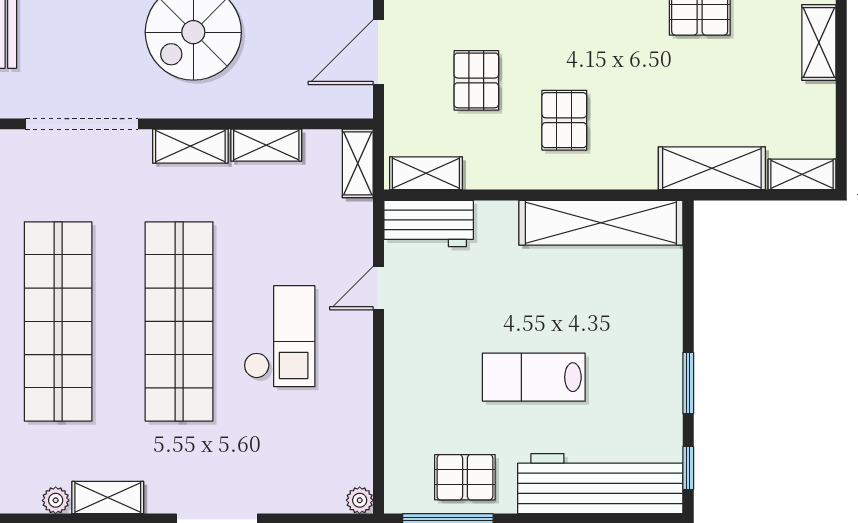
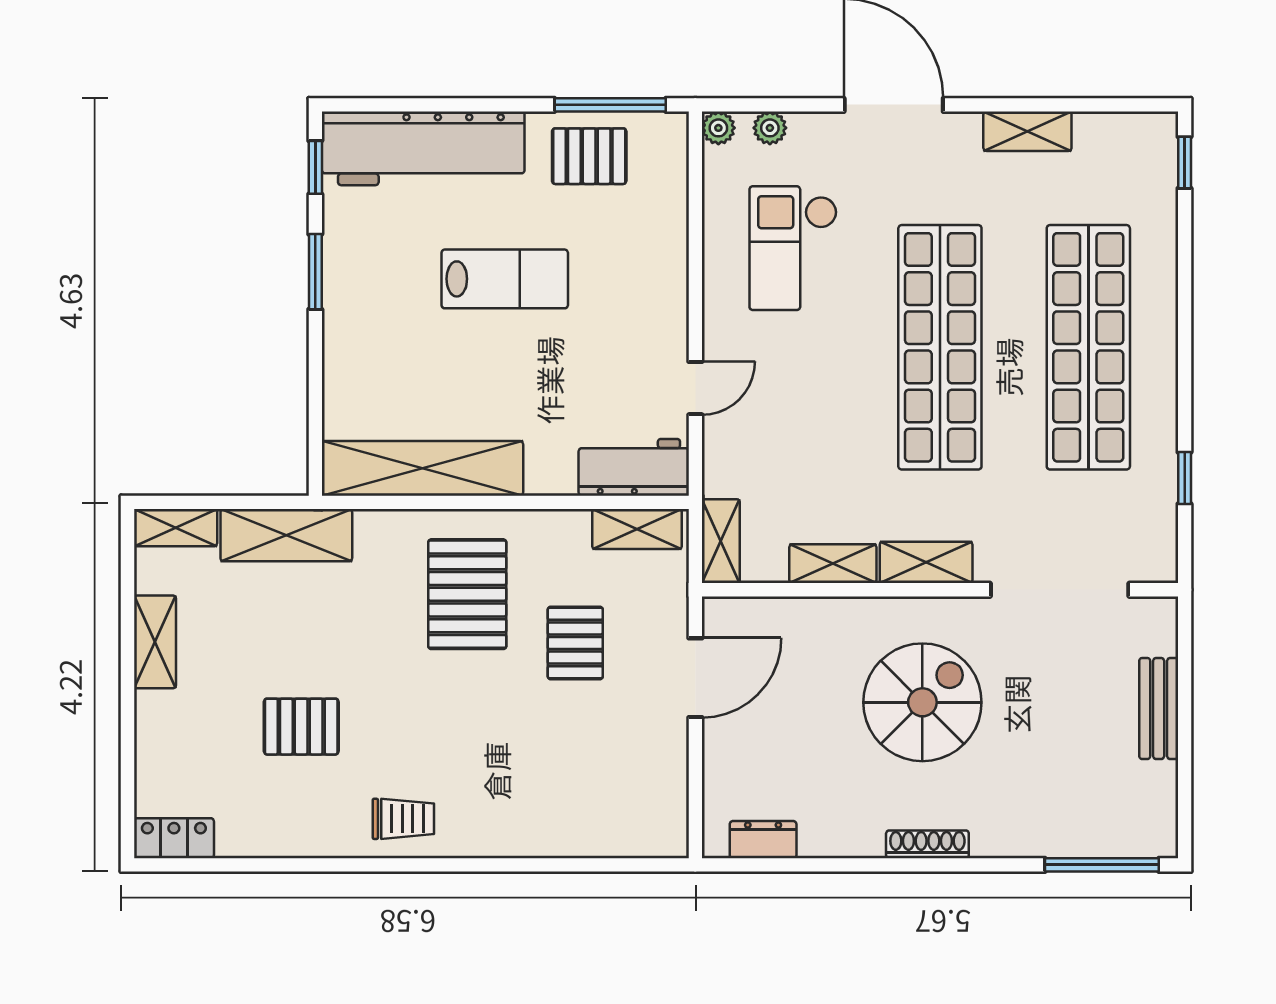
shelving: (819, 42) -> (155, 642), moved
pallet: (564, 120) -> (467, 594), width x1.50, depth x1.42
checkout: (279, 336) -> (793, 248), moved
plant: (56, 500) -> (770, 128), moved

